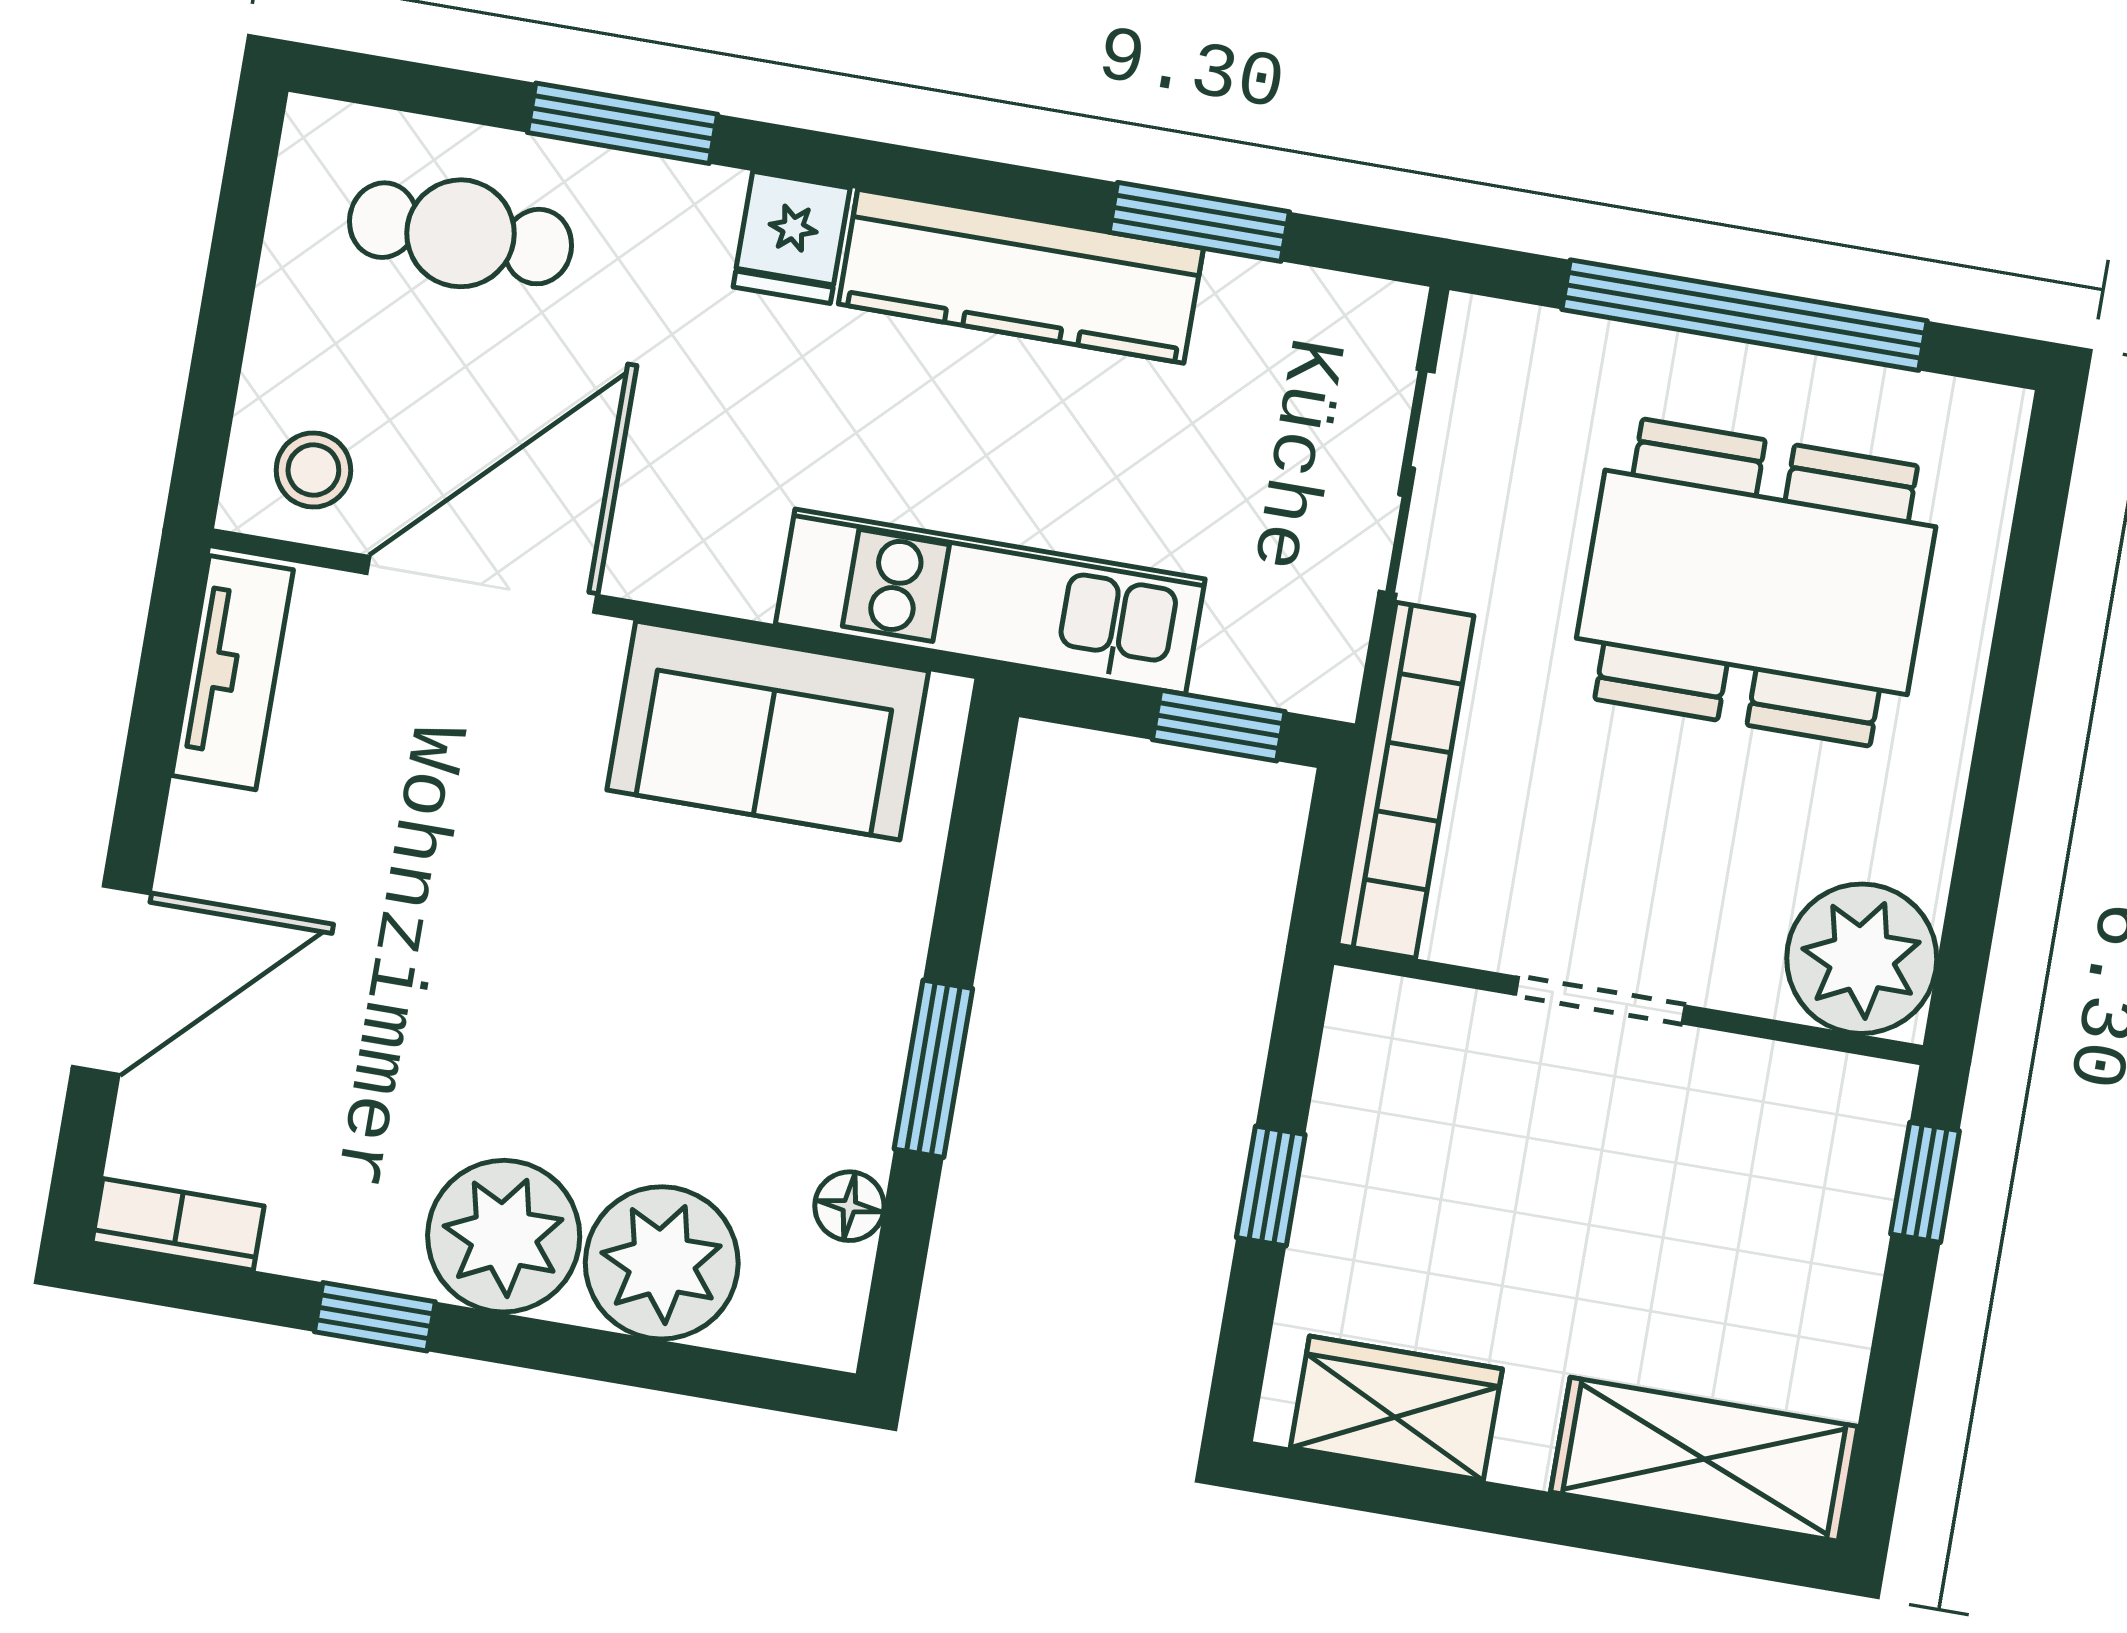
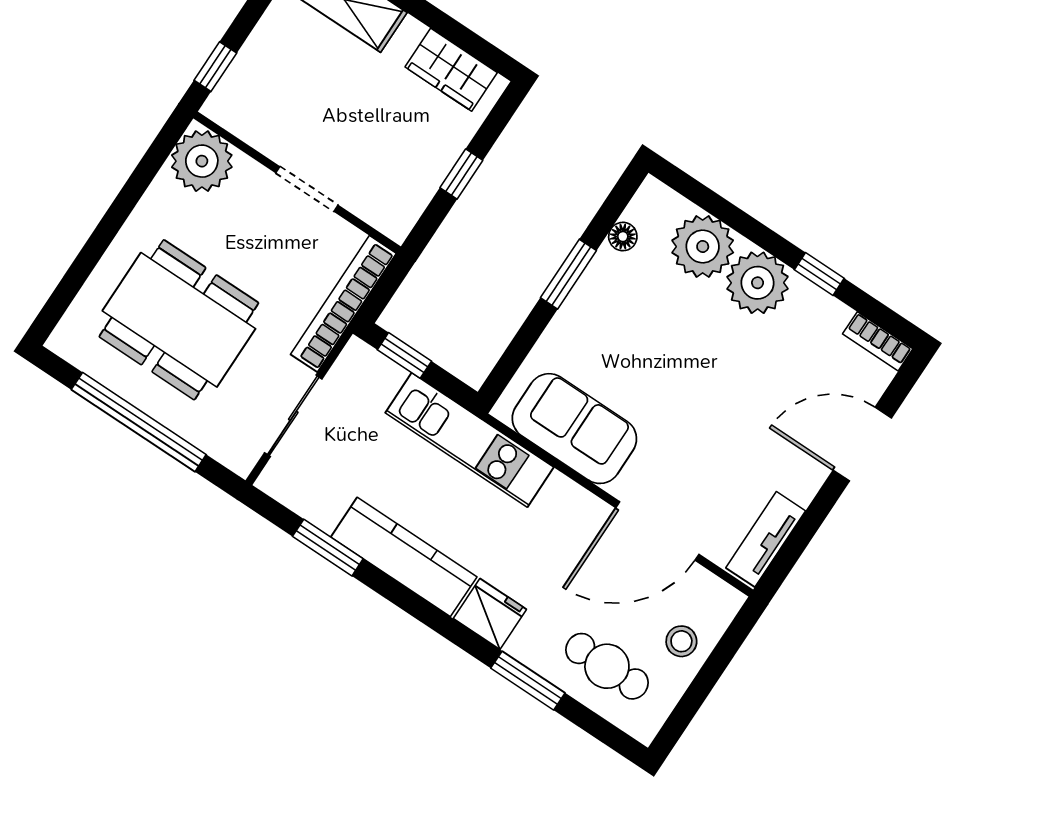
fridge: (792, 237) -> (490, 614), width x1.38
stool: (313, 470) -> (681, 641), moved

